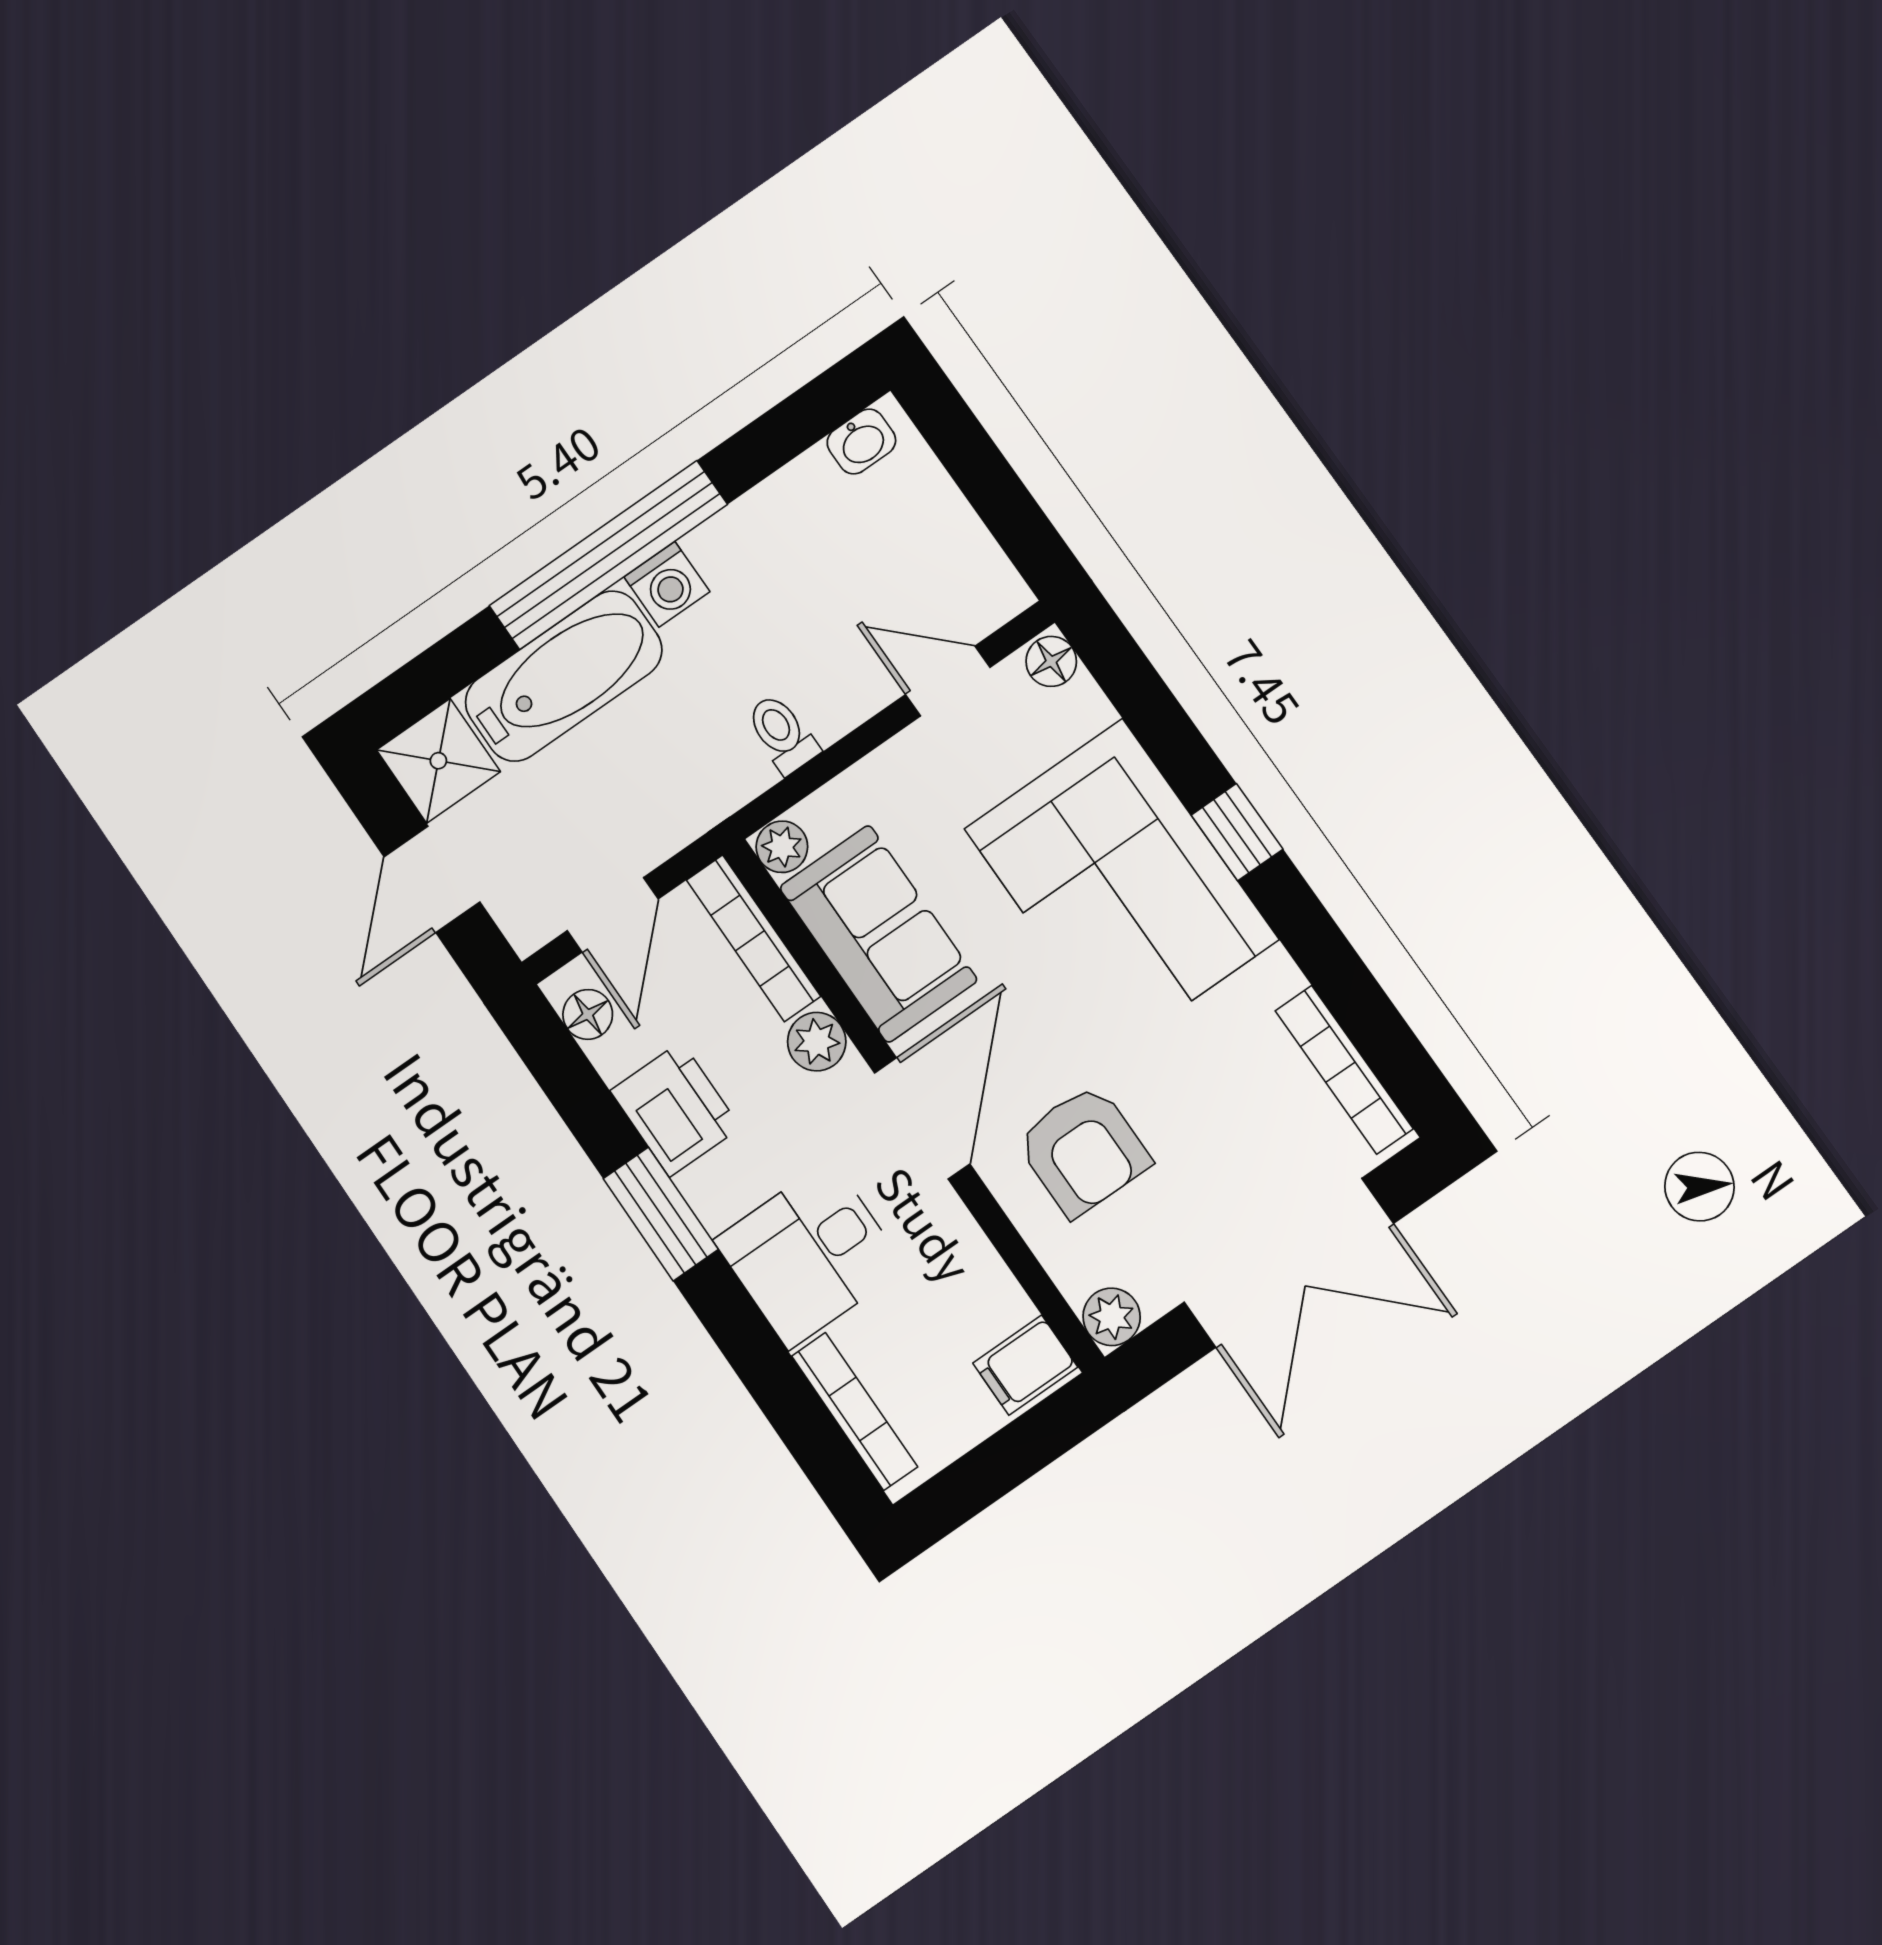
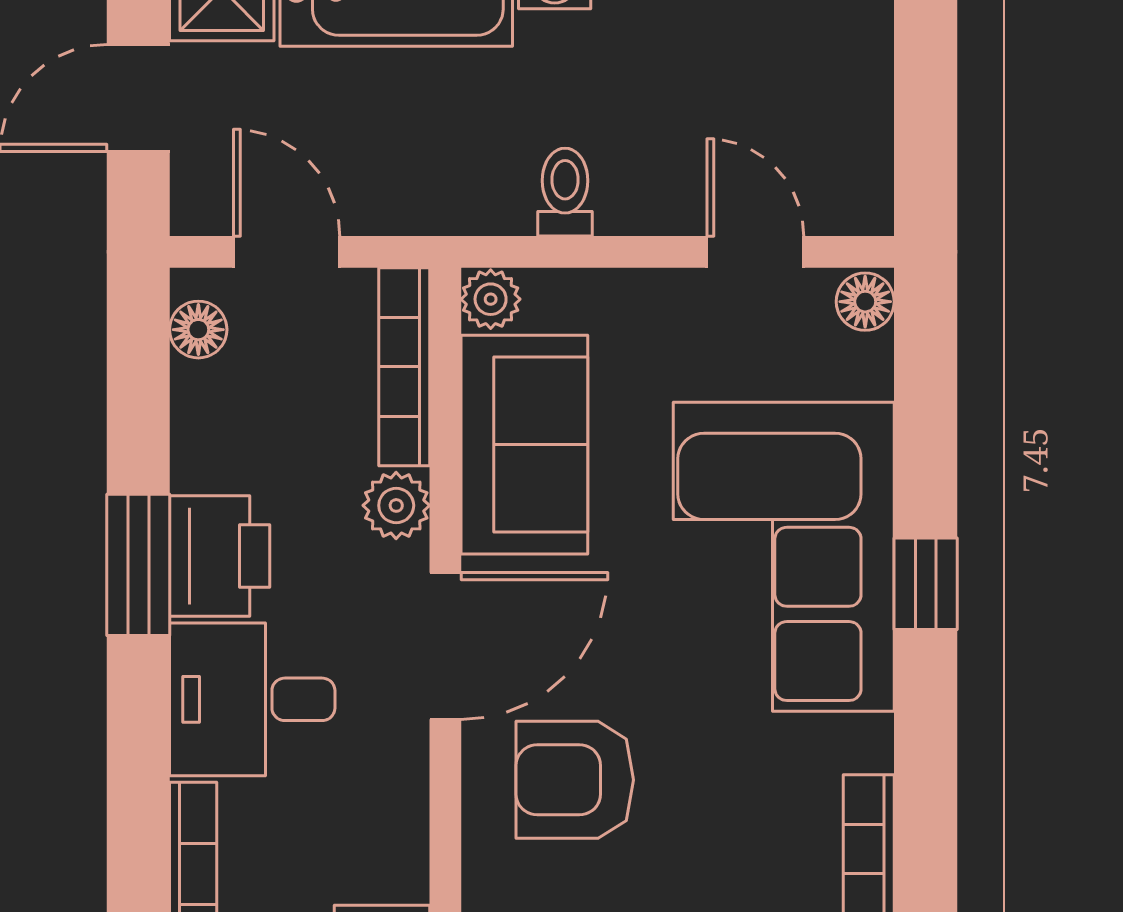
door: (613, 915) -> (287, 252), swing flipped
printer: (675, 1109) -> (220, 556), moved
armchair: (1083, 1150) -> (575, 780), turned 90

